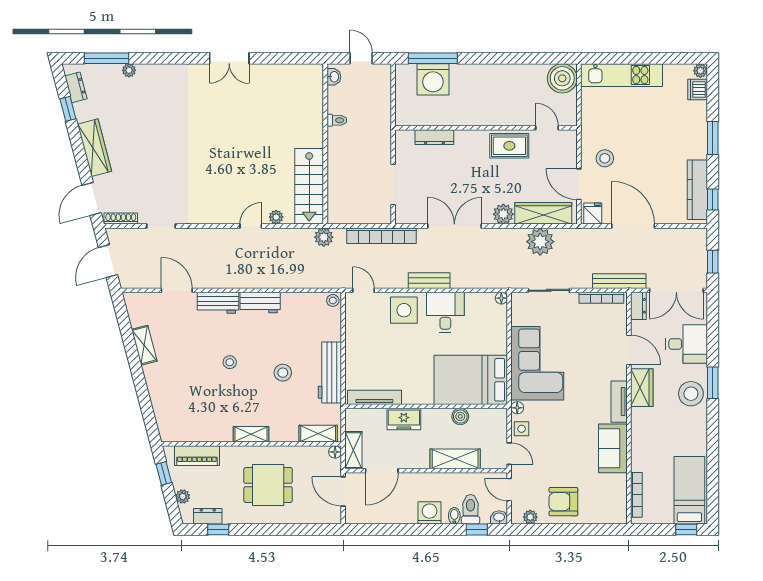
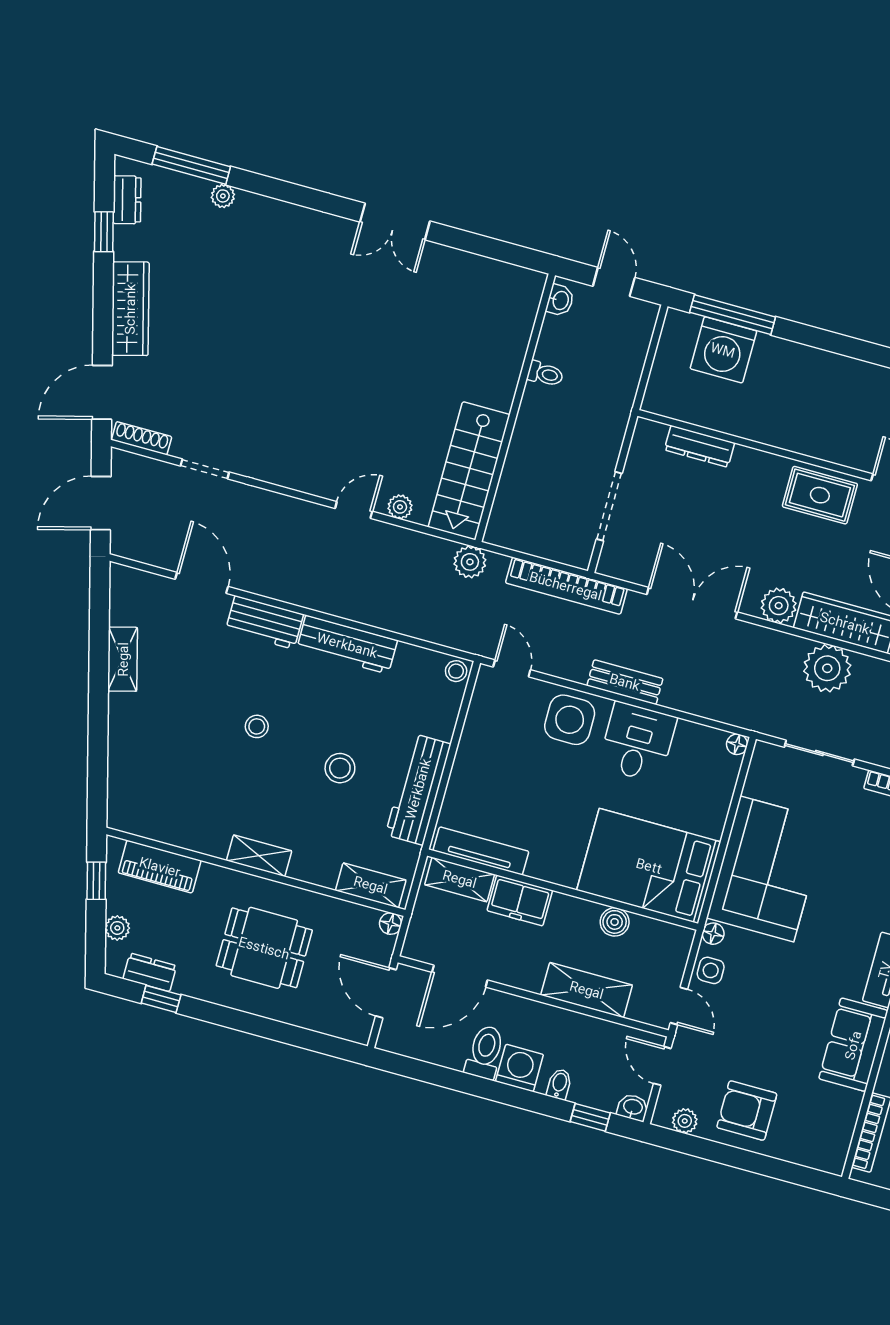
workbench: (260, 302) -> (347, 645), width x1.37
shelving: (353, 450) -> (460, 879), moved, turned 90
toilet: (471, 509) -> (485, 1052), moved

